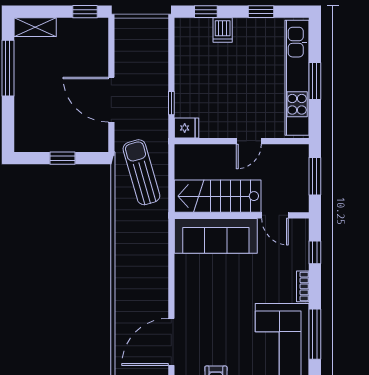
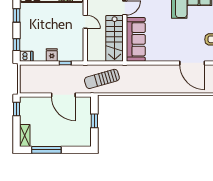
dishwasher: (223, 30) -> (26, 56), moved
door: (111, 100) -> (63, 95), hinge flipped
fridge: (187, 128) -> (52, 55), moved

